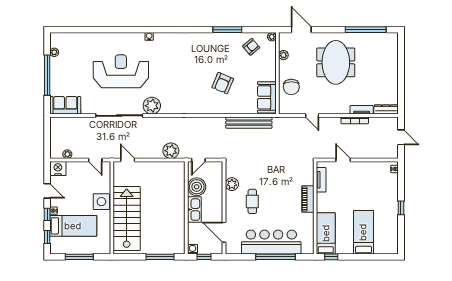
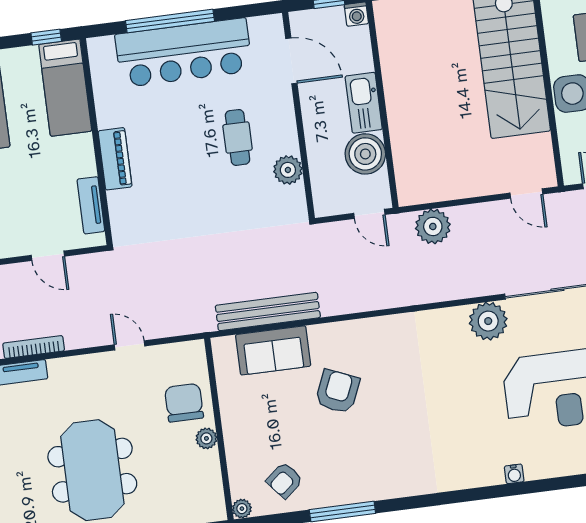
plant: (283, 55) -> (206, 438), moved
sofa: (267, 97) -> (273, 350), moved, turned 90
door: (198, 160) -> (369, 214), swing flipped

